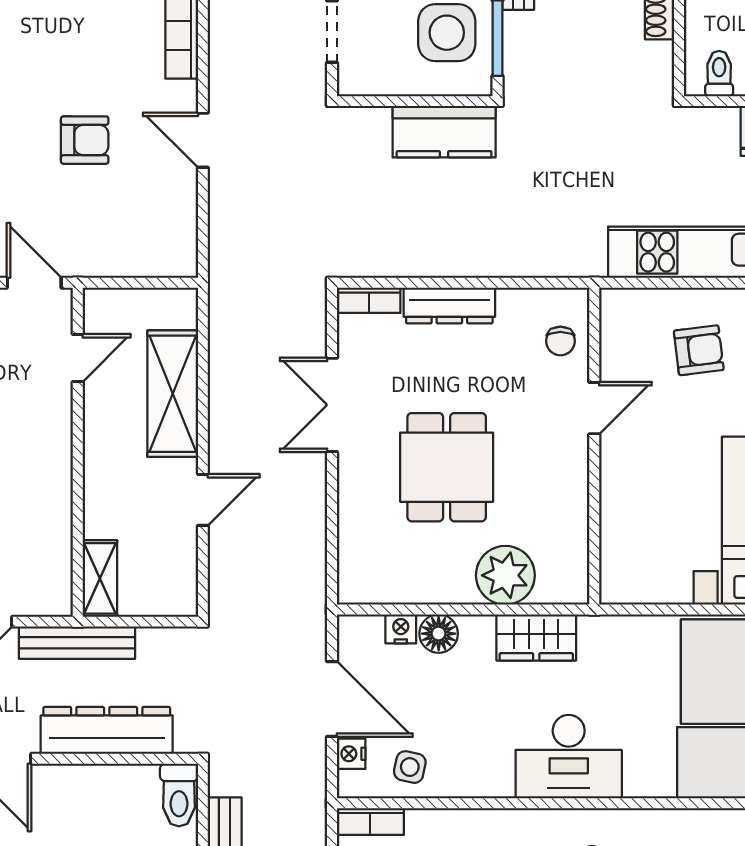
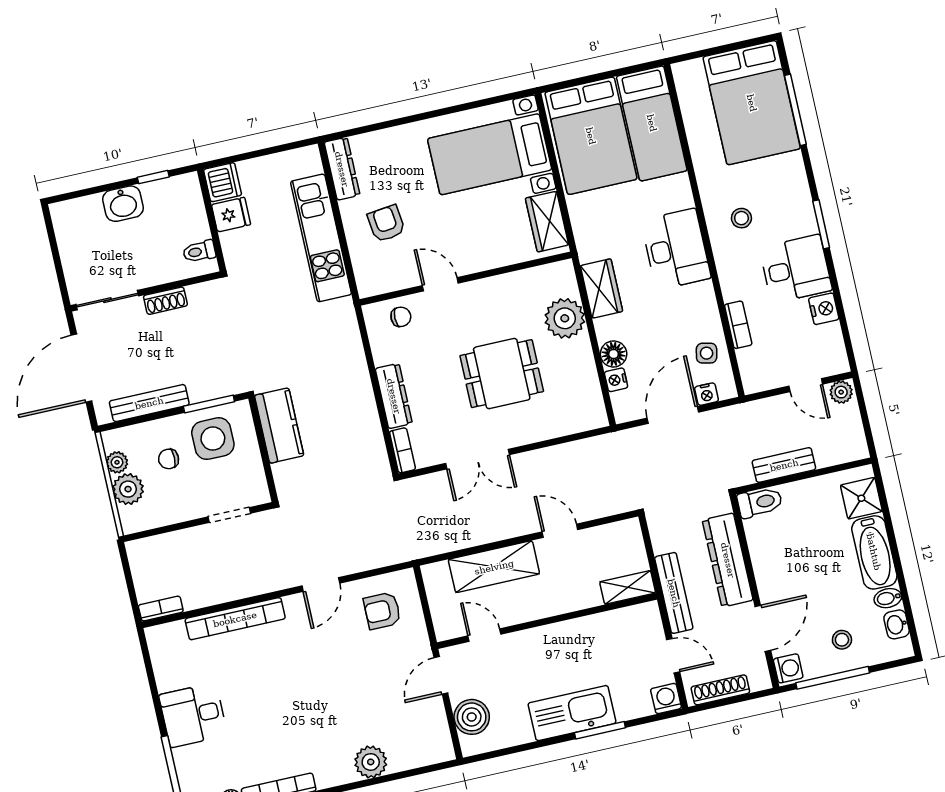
armchair: (85, 140) -> (382, 611), moved, turned -90
wardrobe: (650, 581) -> (547, 222), added
bookcase: (370, 821) -> (738, 325), moved

